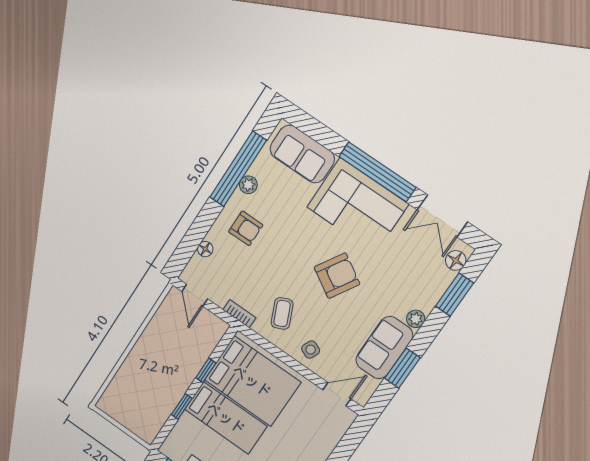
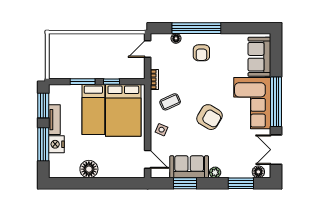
window: (238, 169) -> (196, 28), moved
plant: (248, 185) -> (225, 39), removed
window: (182, 406) -> (83, 82), width x1.50

